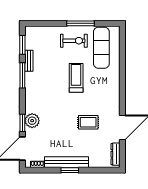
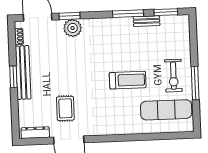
rug: (88, 122) -> (65, 108), moved

